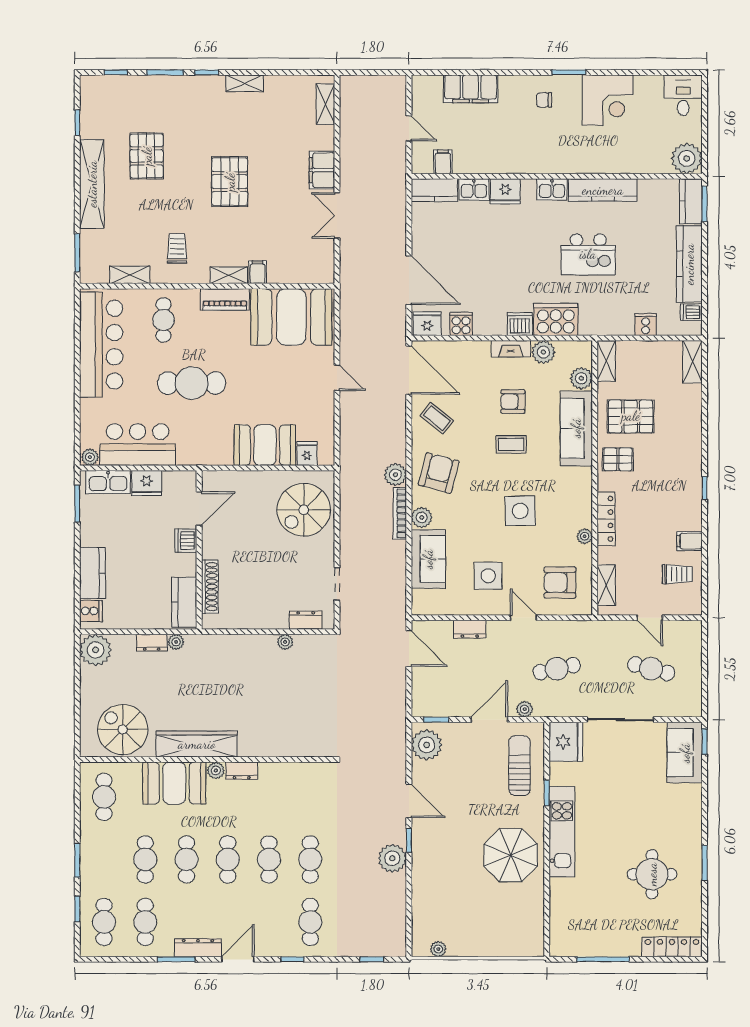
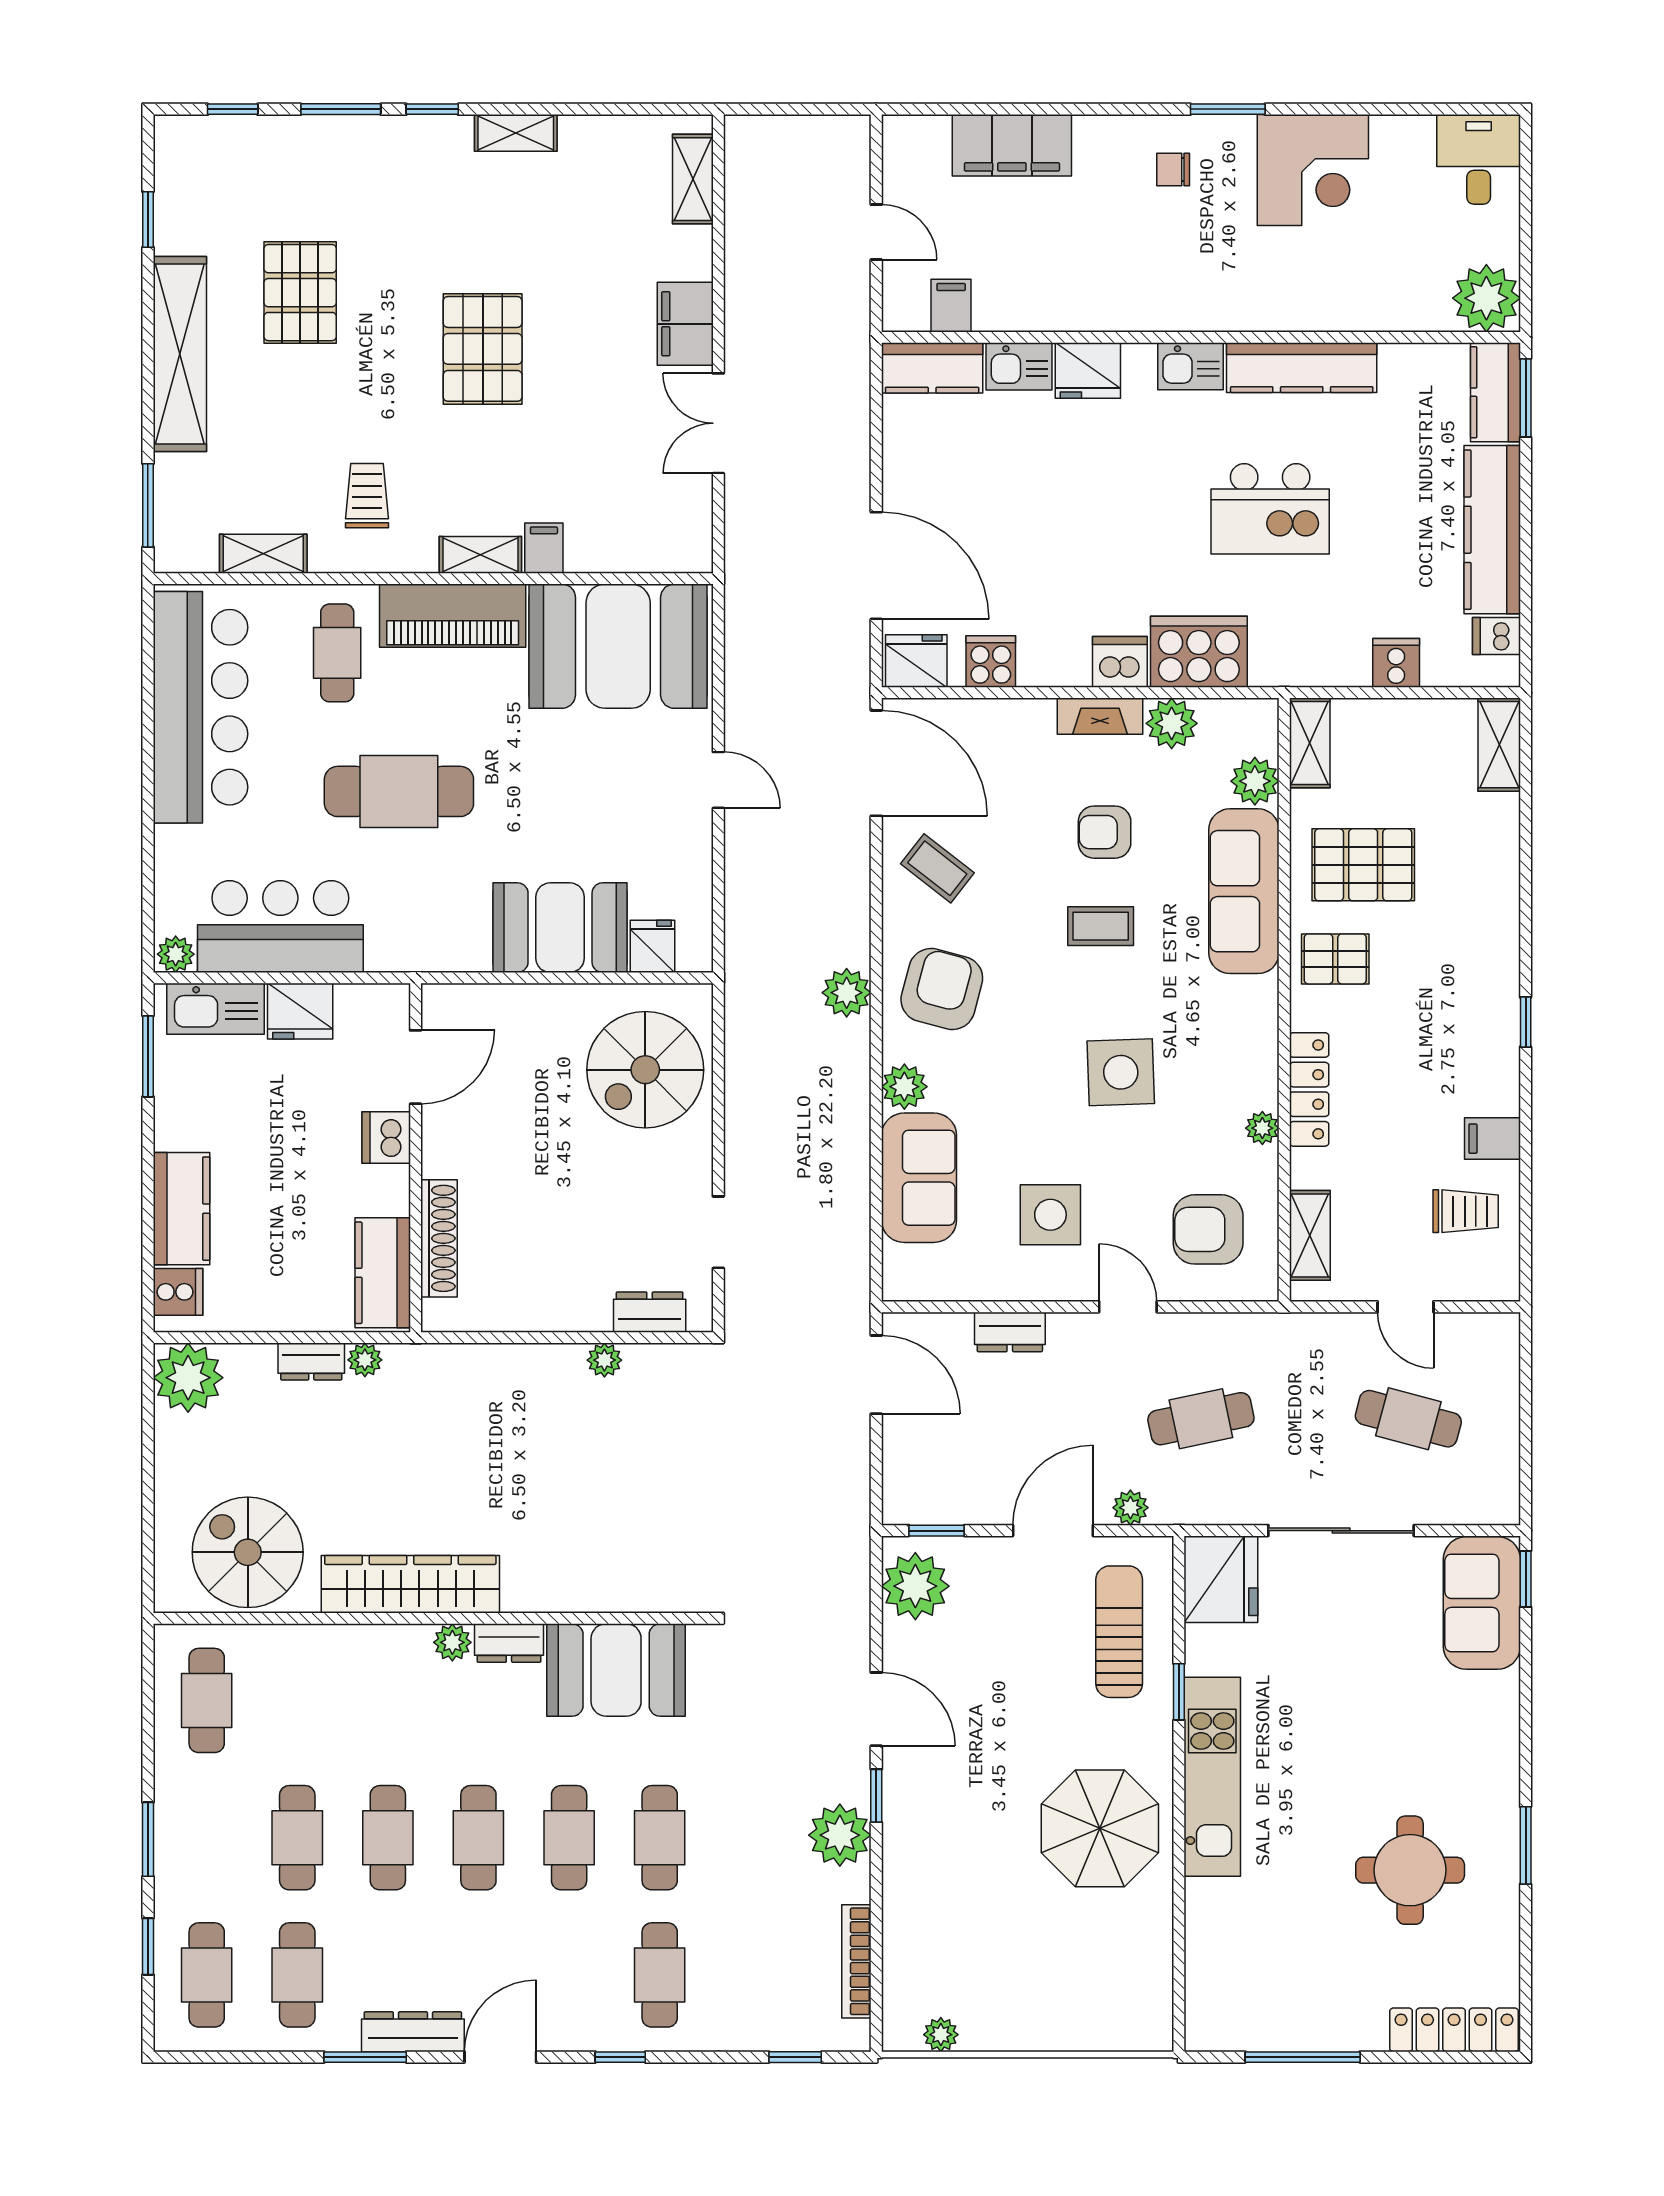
piano: (225, 299) -> (453, 616), width x1.37, depth x1.33
bookcase: (400, 513) -> (856, 1961), moved
booth: (174, 783) -> (616, 1670), moved

